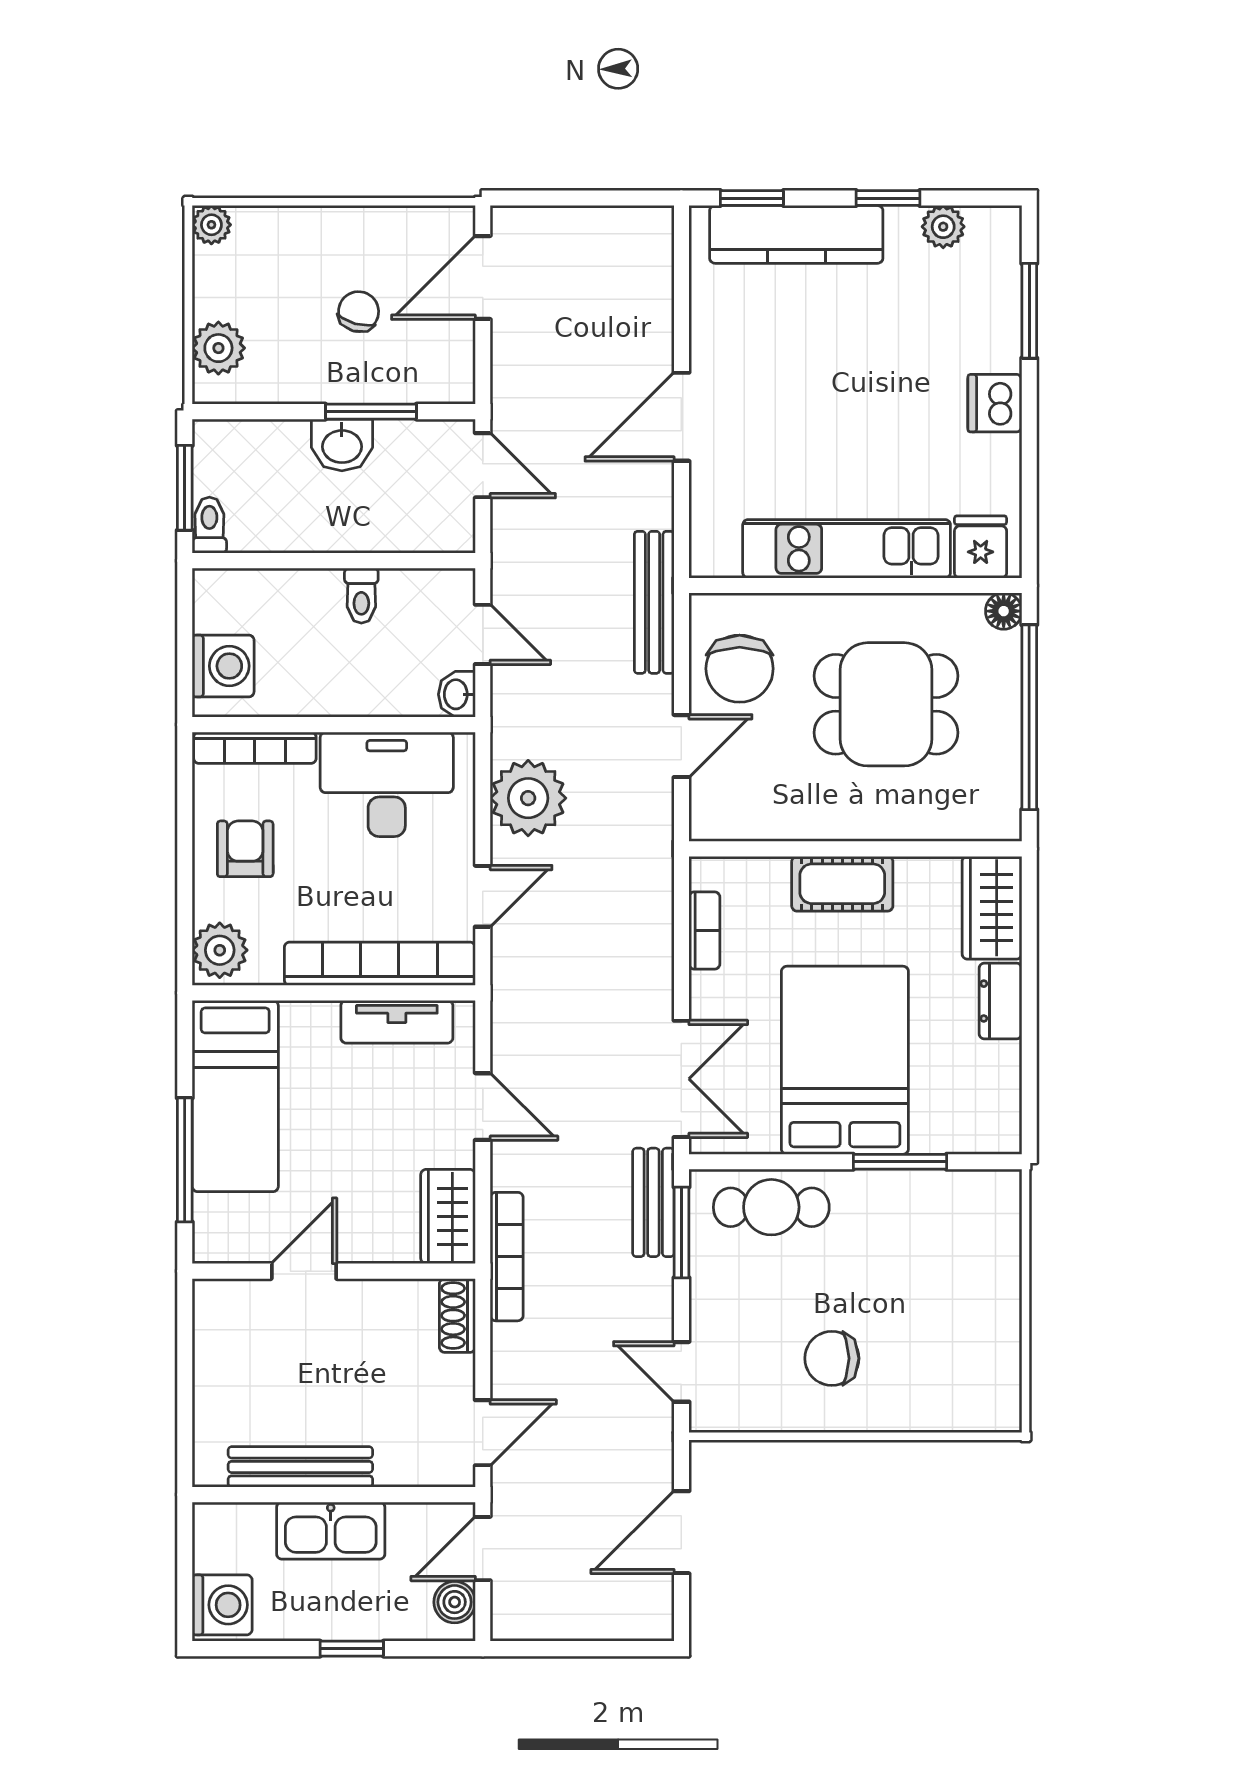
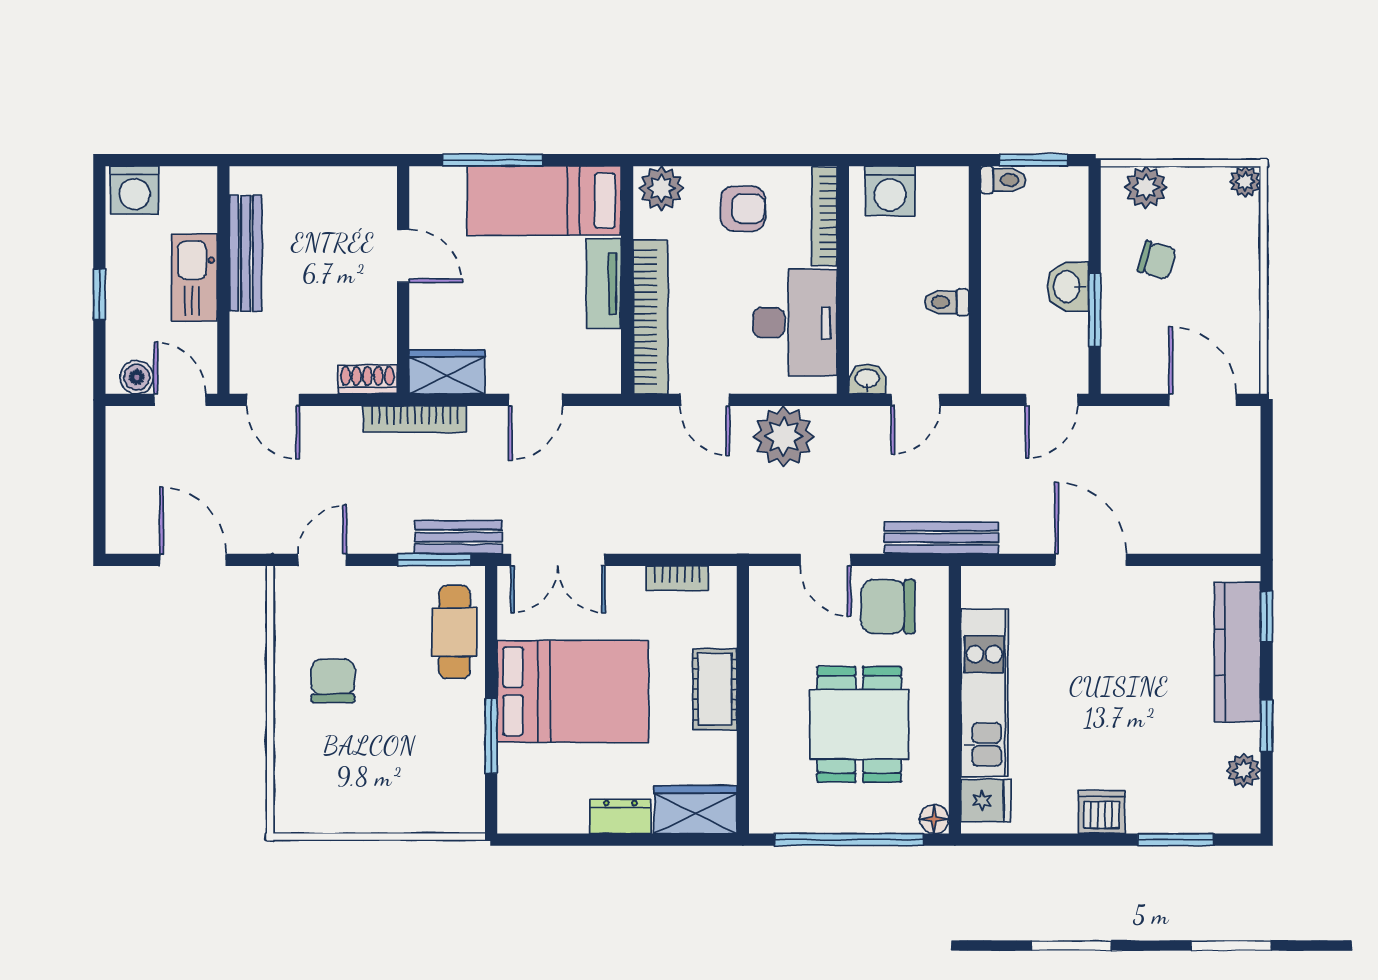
chair: (359, 312) -> (1157, 260), moved
tv unit: (397, 1022) -> (604, 284), moved

